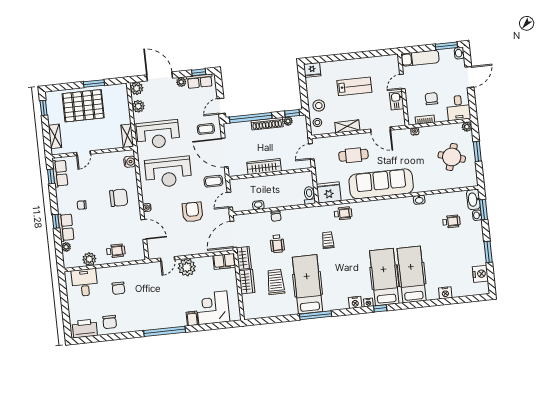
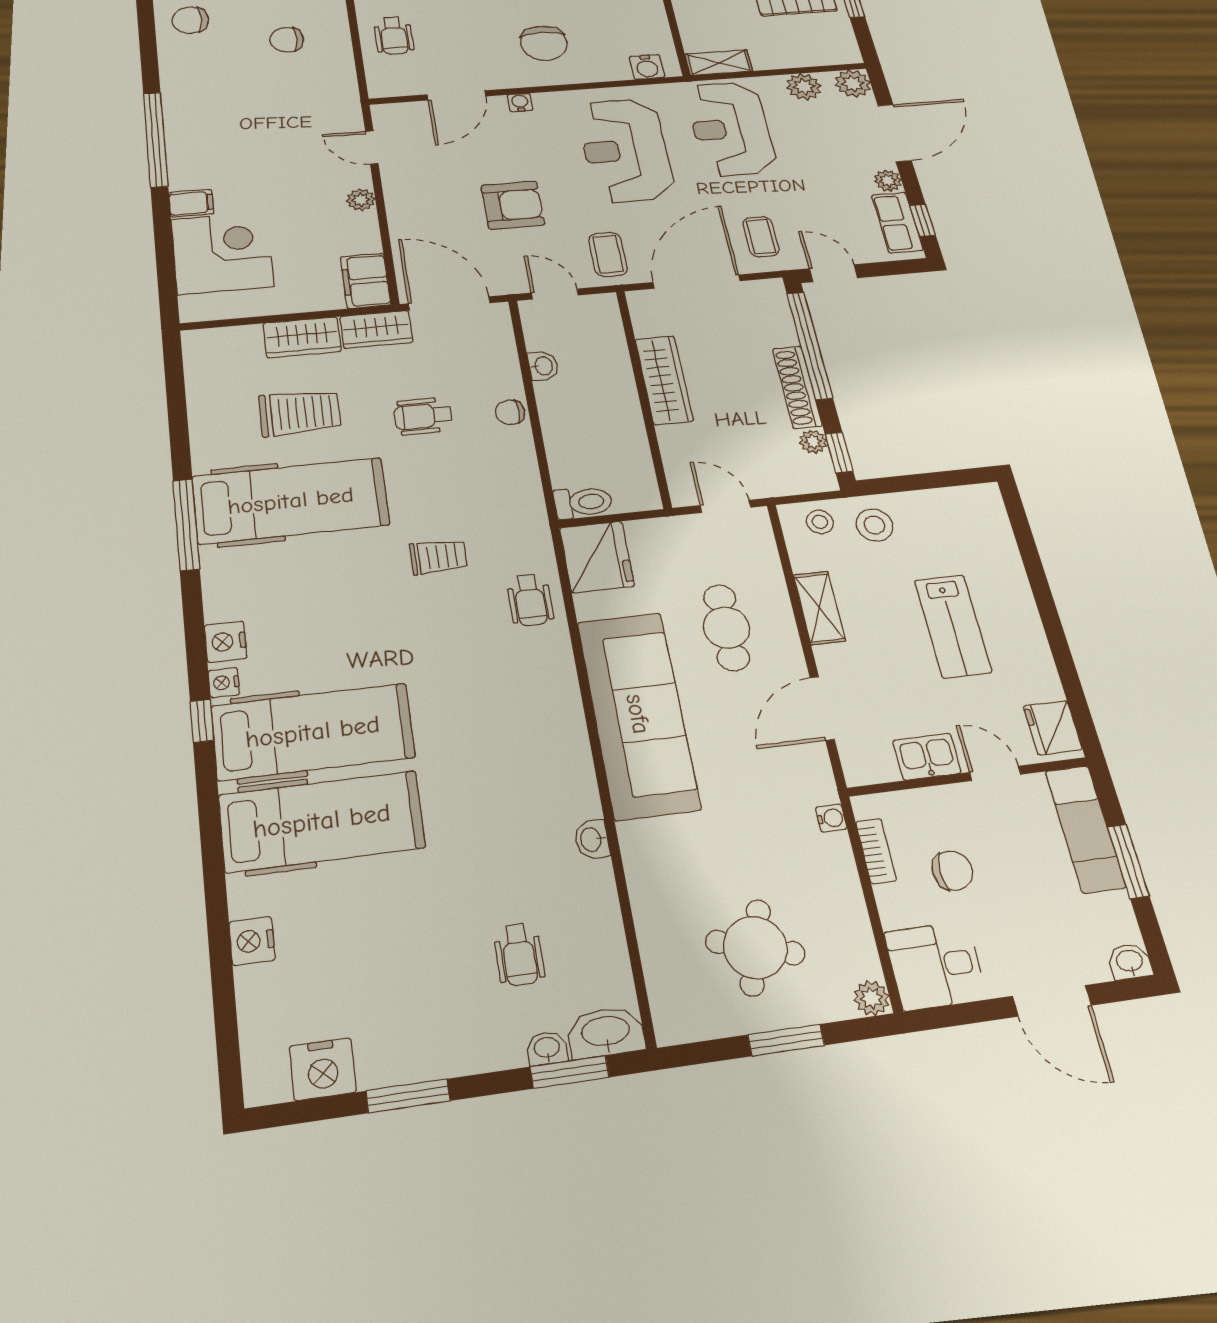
window: (446, 46) -> (1128, 861), moved
fridge: (312, 70) -> (1053, 728), moved
plant: (187, 267) -> (361, 200), width x0.53, depth x0.53

